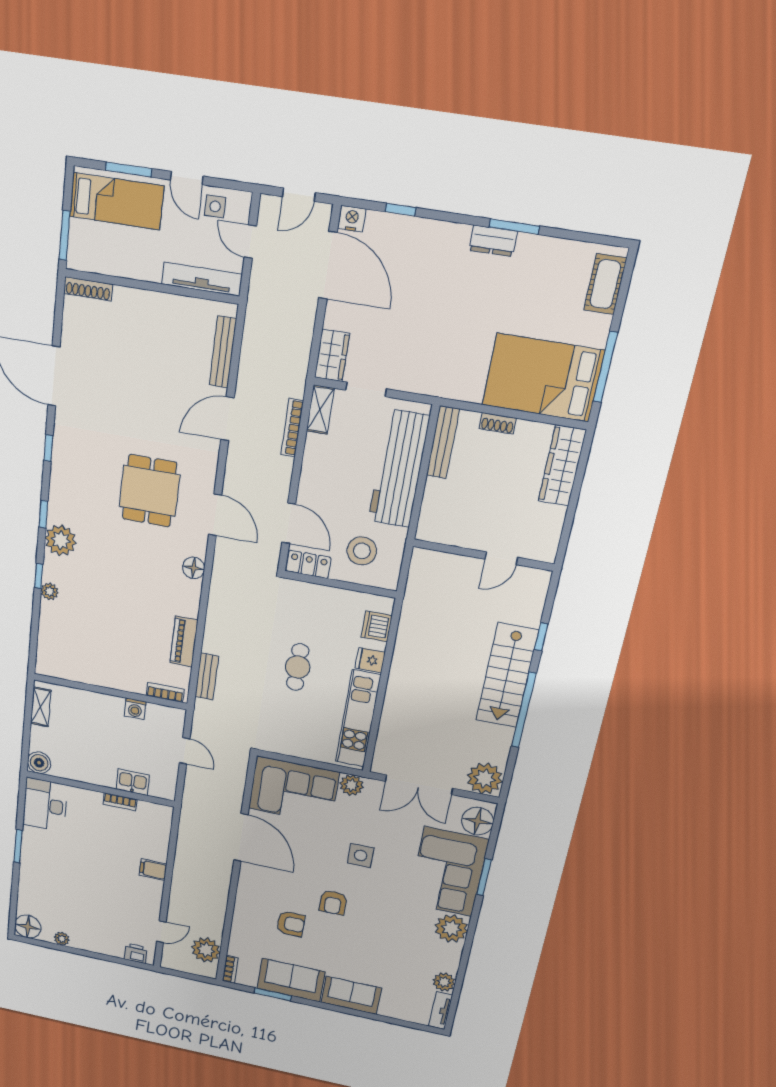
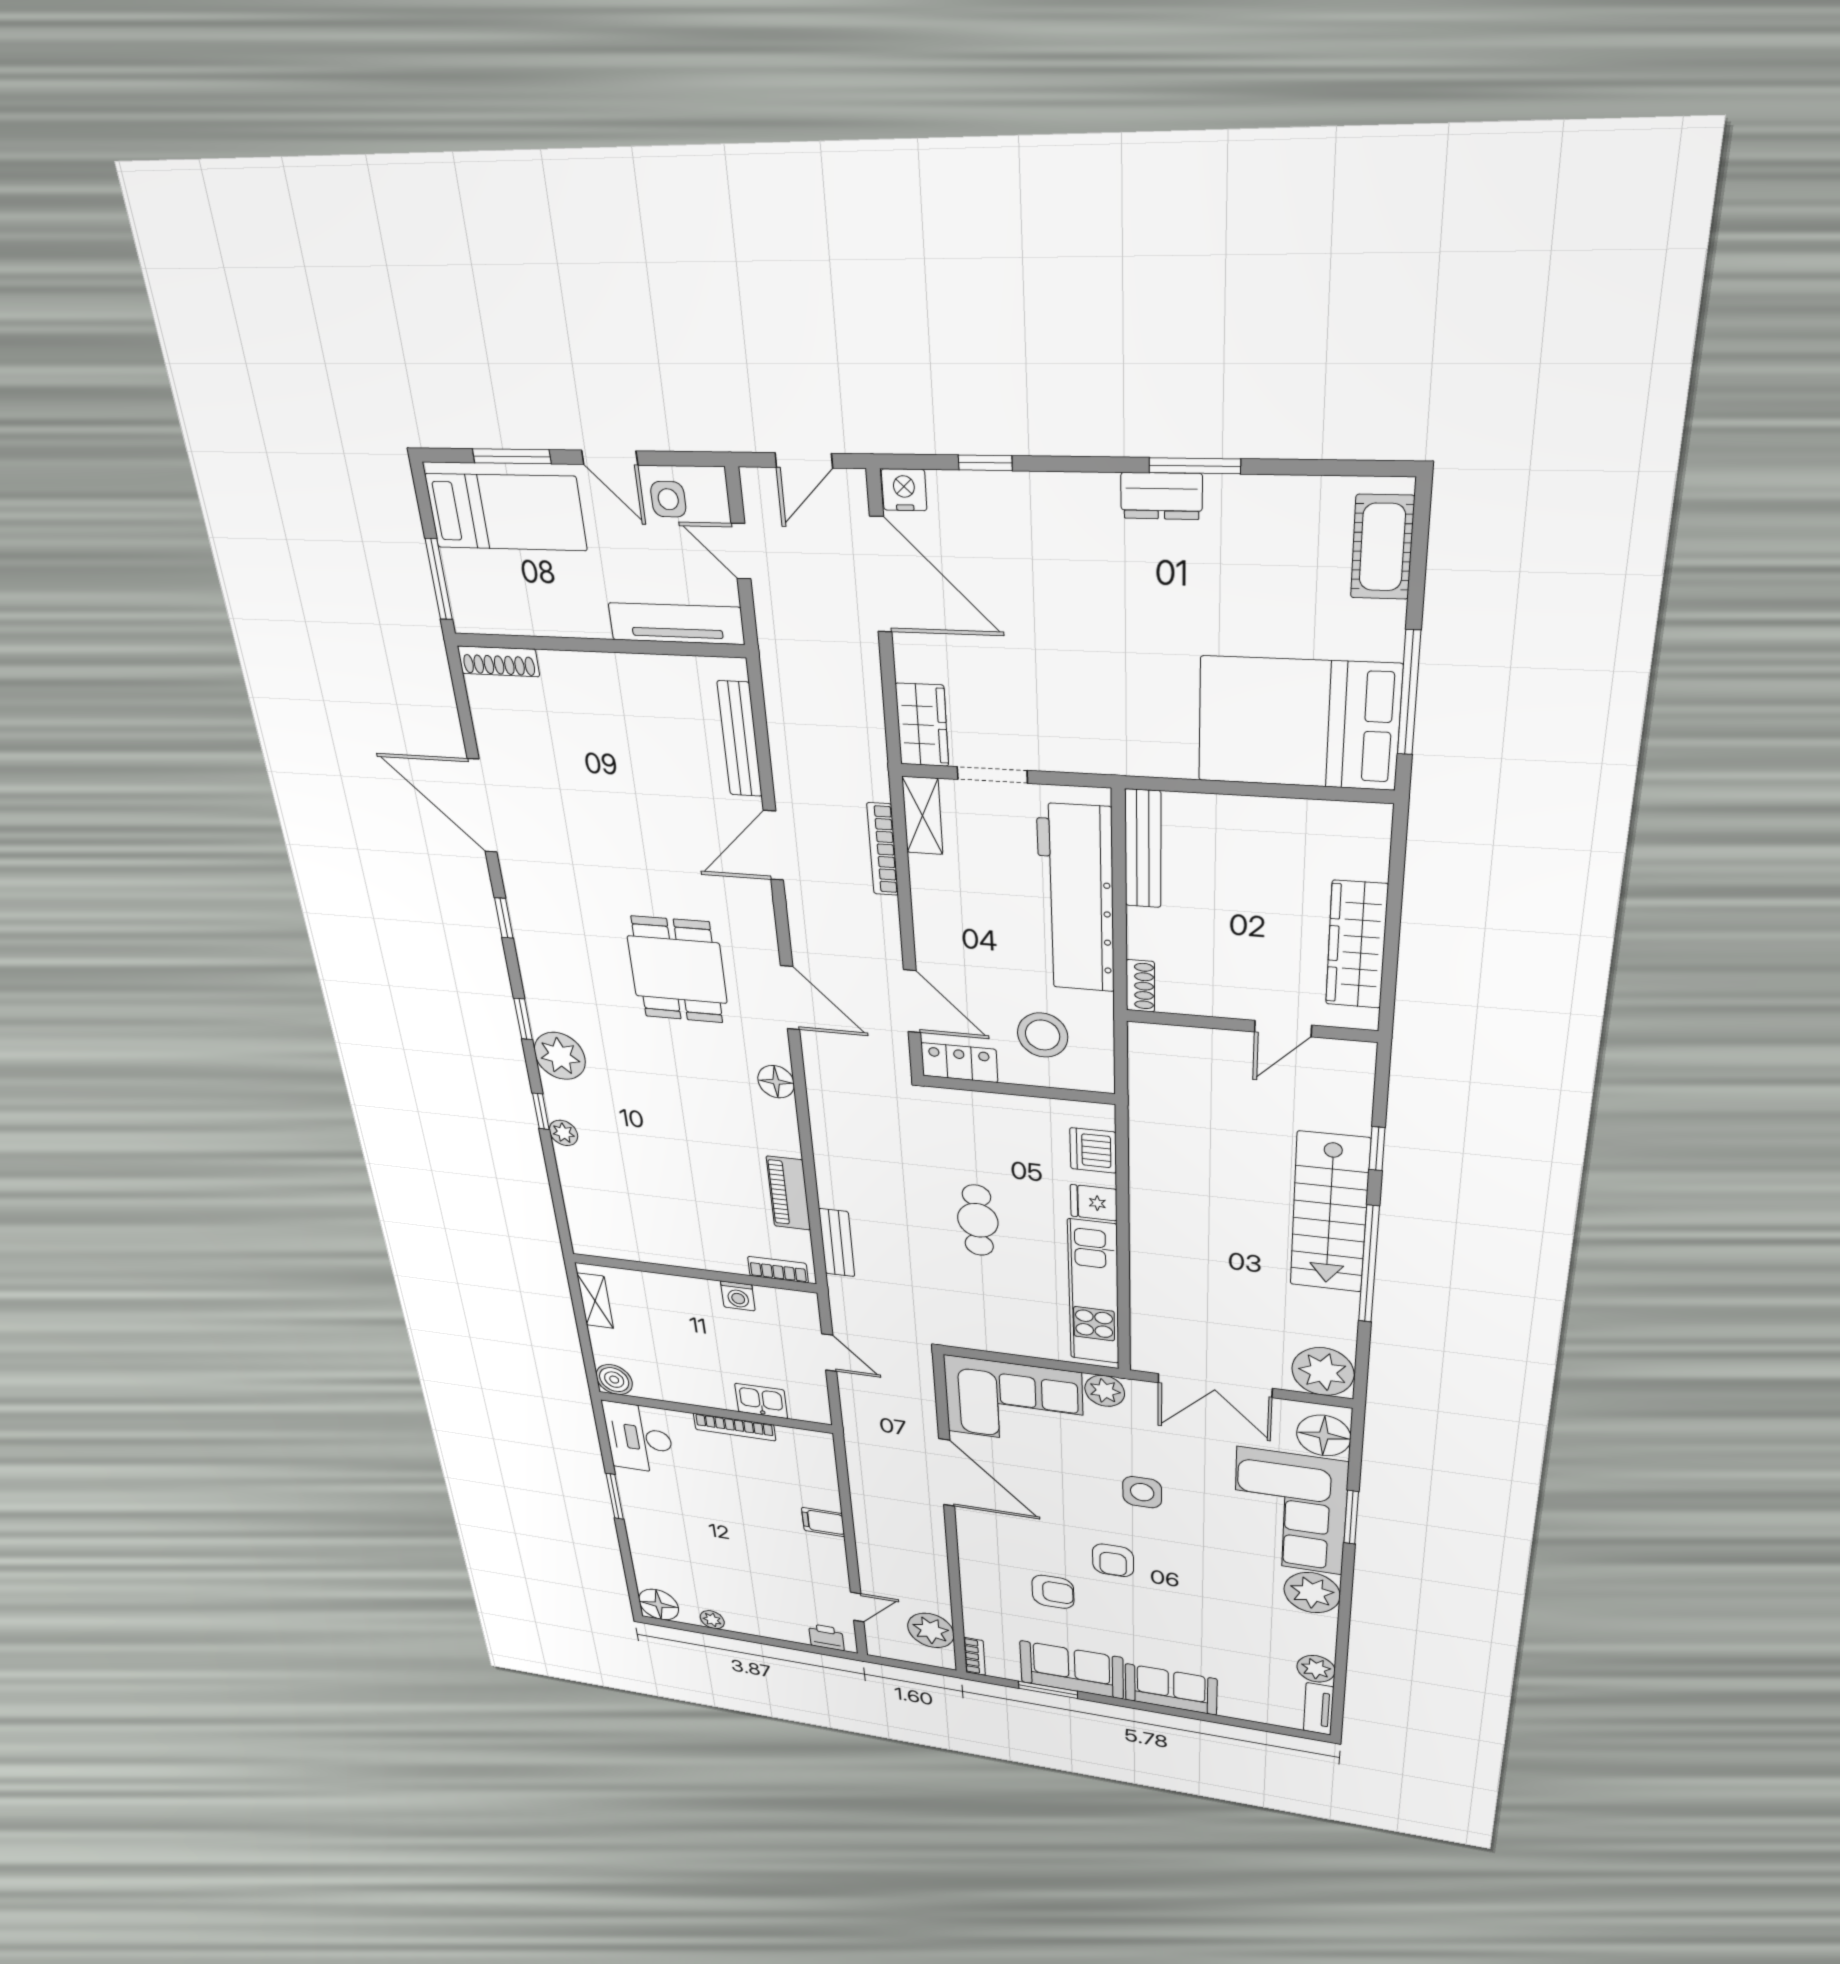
shoe rack: (498, 423) -> (1140, 986), moved, turned -90
wardrobe: (562, 466) -> (1357, 945), moved
bookcase: (120, 802) -> (735, 1427), width x1.56

